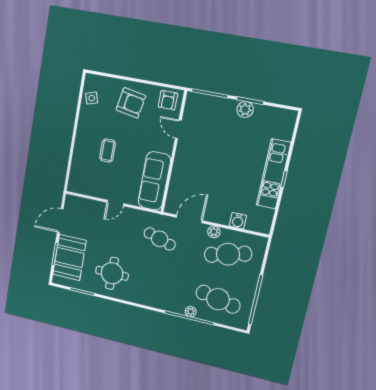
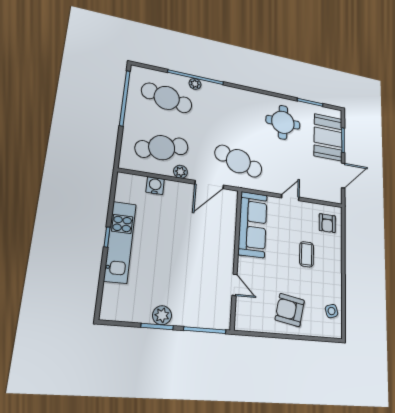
armchair: (168, 100) -> (327, 223), moved, turned 180
cafe table: (160, 239) -> (238, 161), width x1.37, depth x1.35

